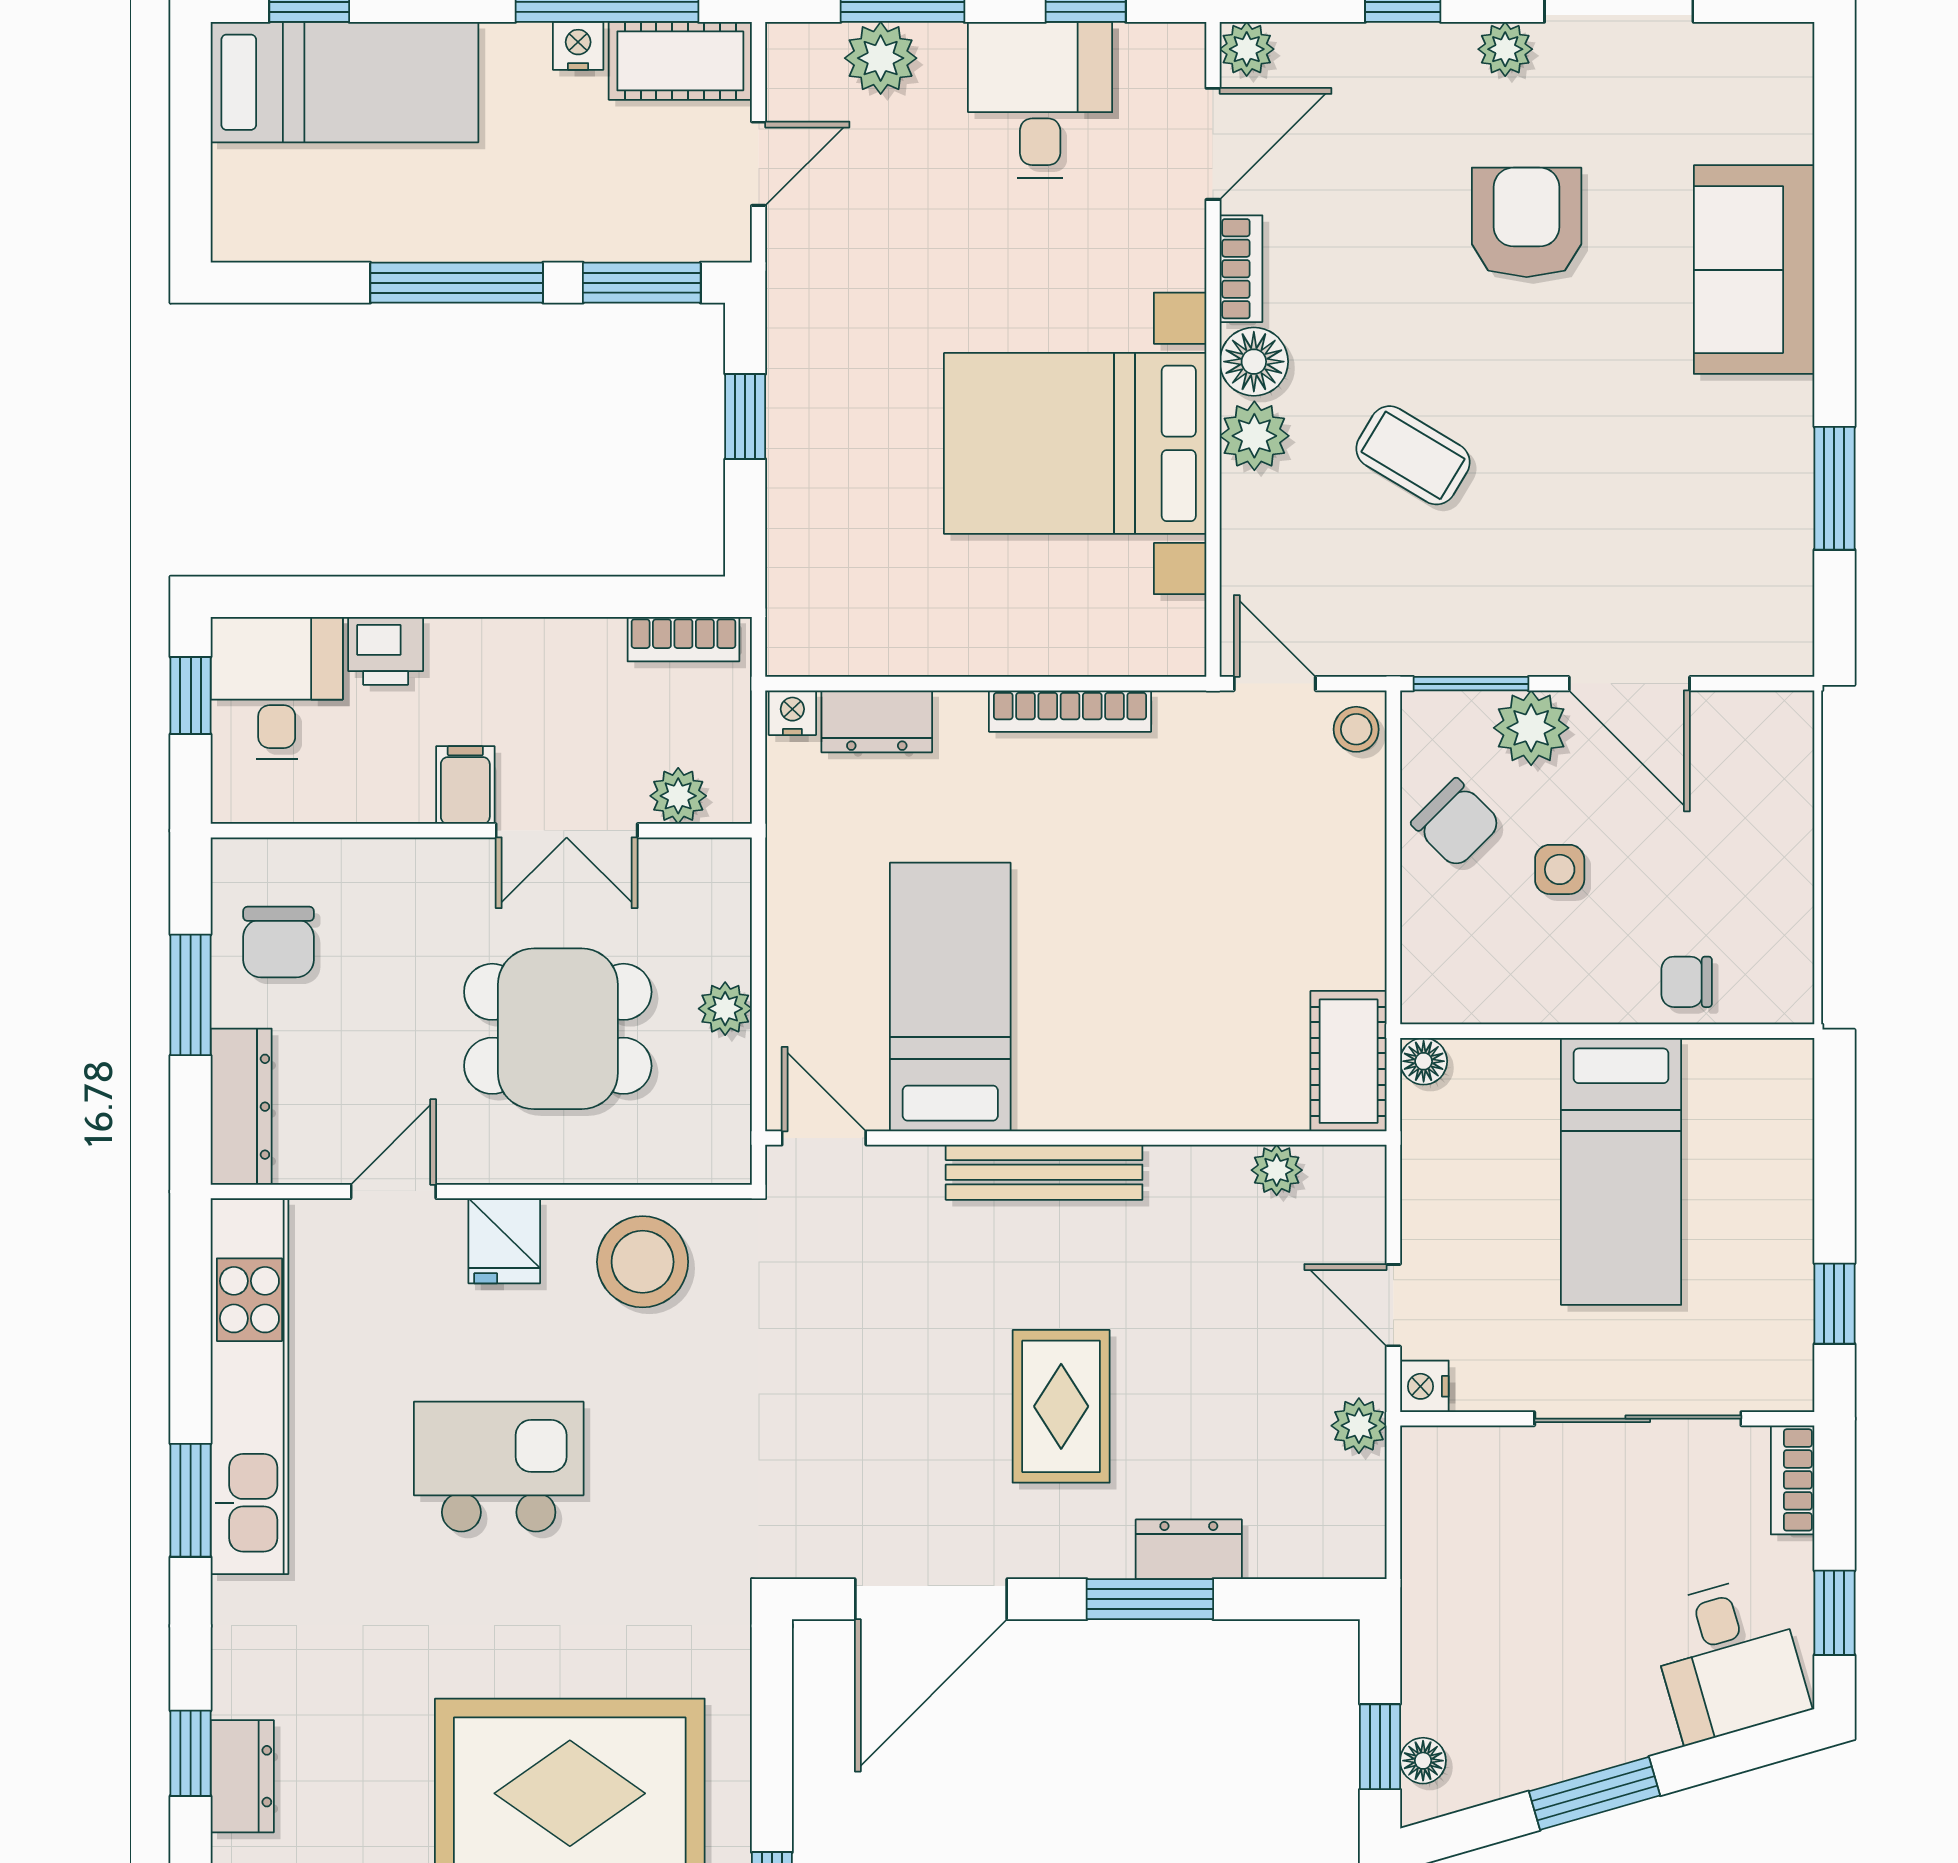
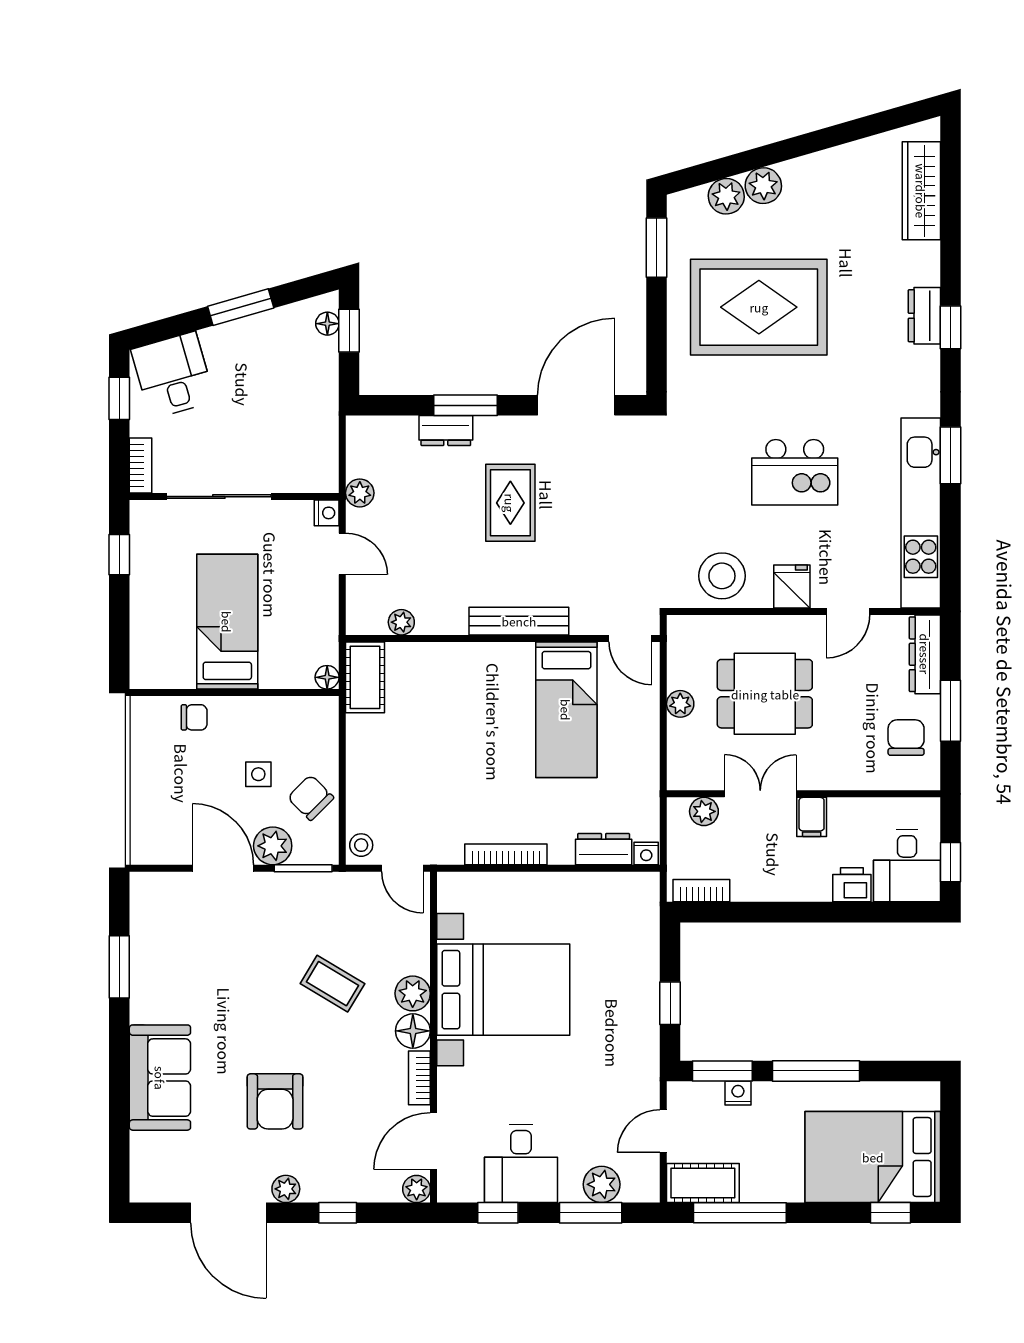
nightstand: (578, 46) -> (738, 1093), moved, turned 180
bed: (344, 82) -> (873, 1157), width x1.50

